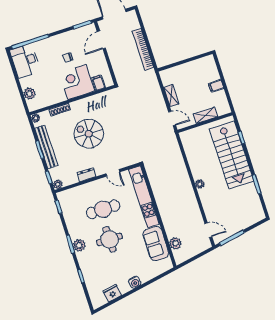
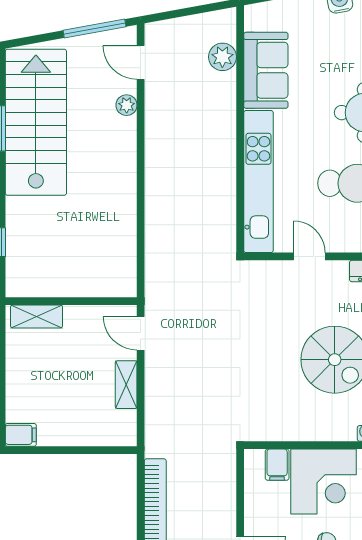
filing cabinet: (216, 86) -> (21, 435), moved
shelving: (206, 115) -> (37, 316), moved
stairs: (232, 155) -> (36, 122), moved
plant: (200, 184) -> (127, 105), moved

